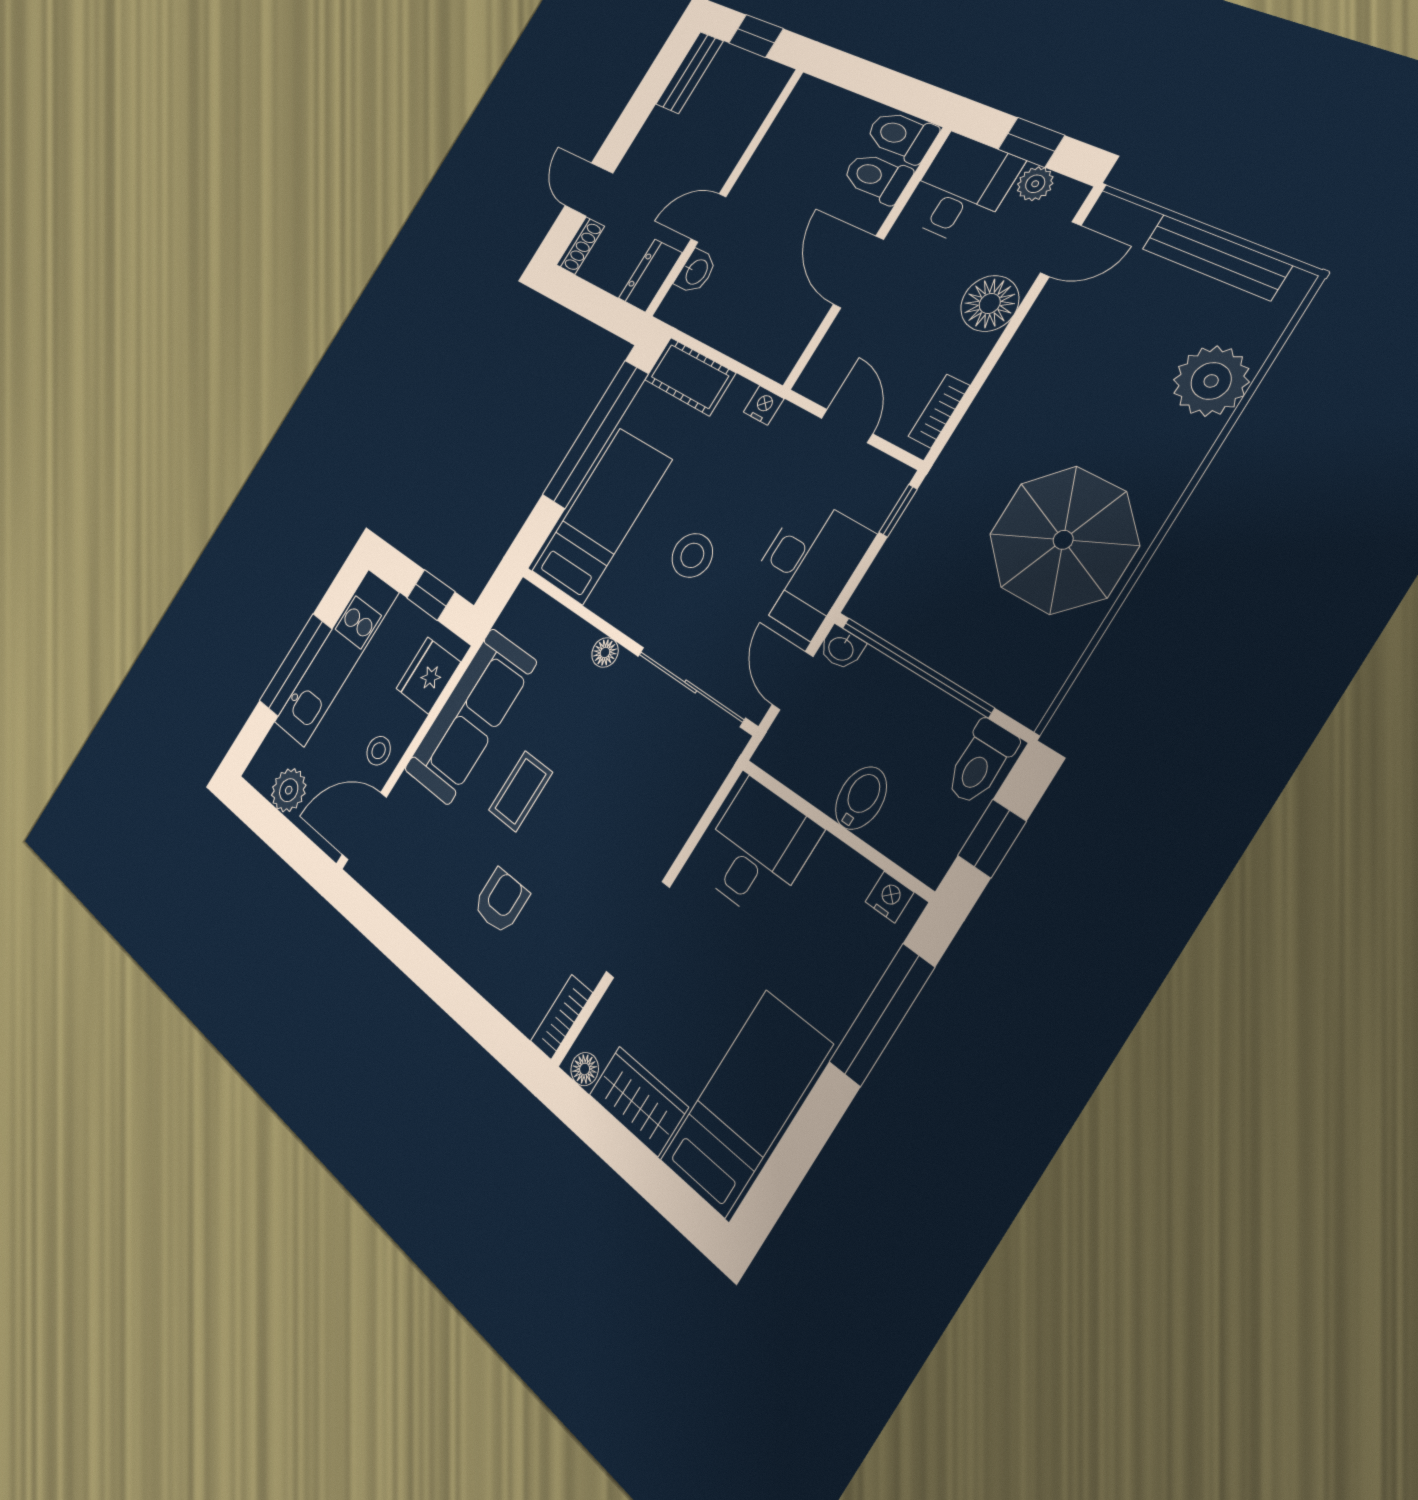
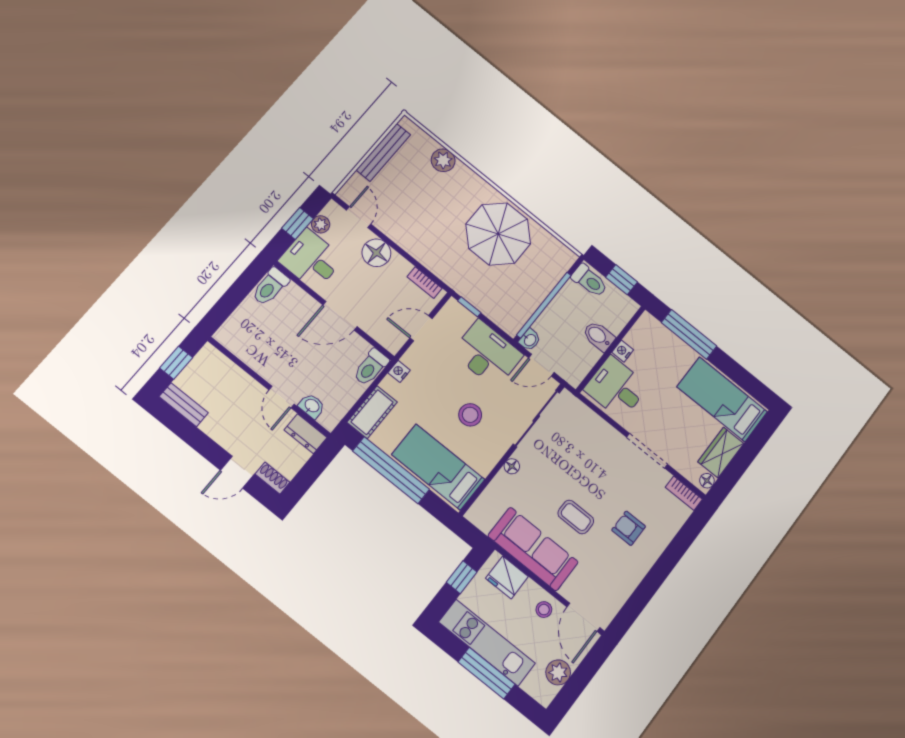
toilet: (877, 177) -> (371, 367), moved
plant: (1211, 381) -> (443, 160), width x0.73, depth x0.73
nightstand: (890, 897) -> (623, 351), moved

